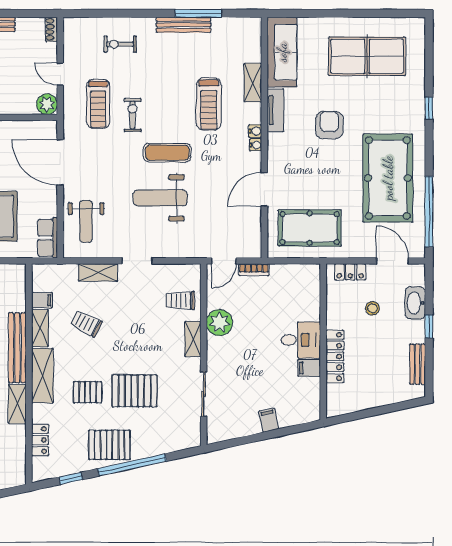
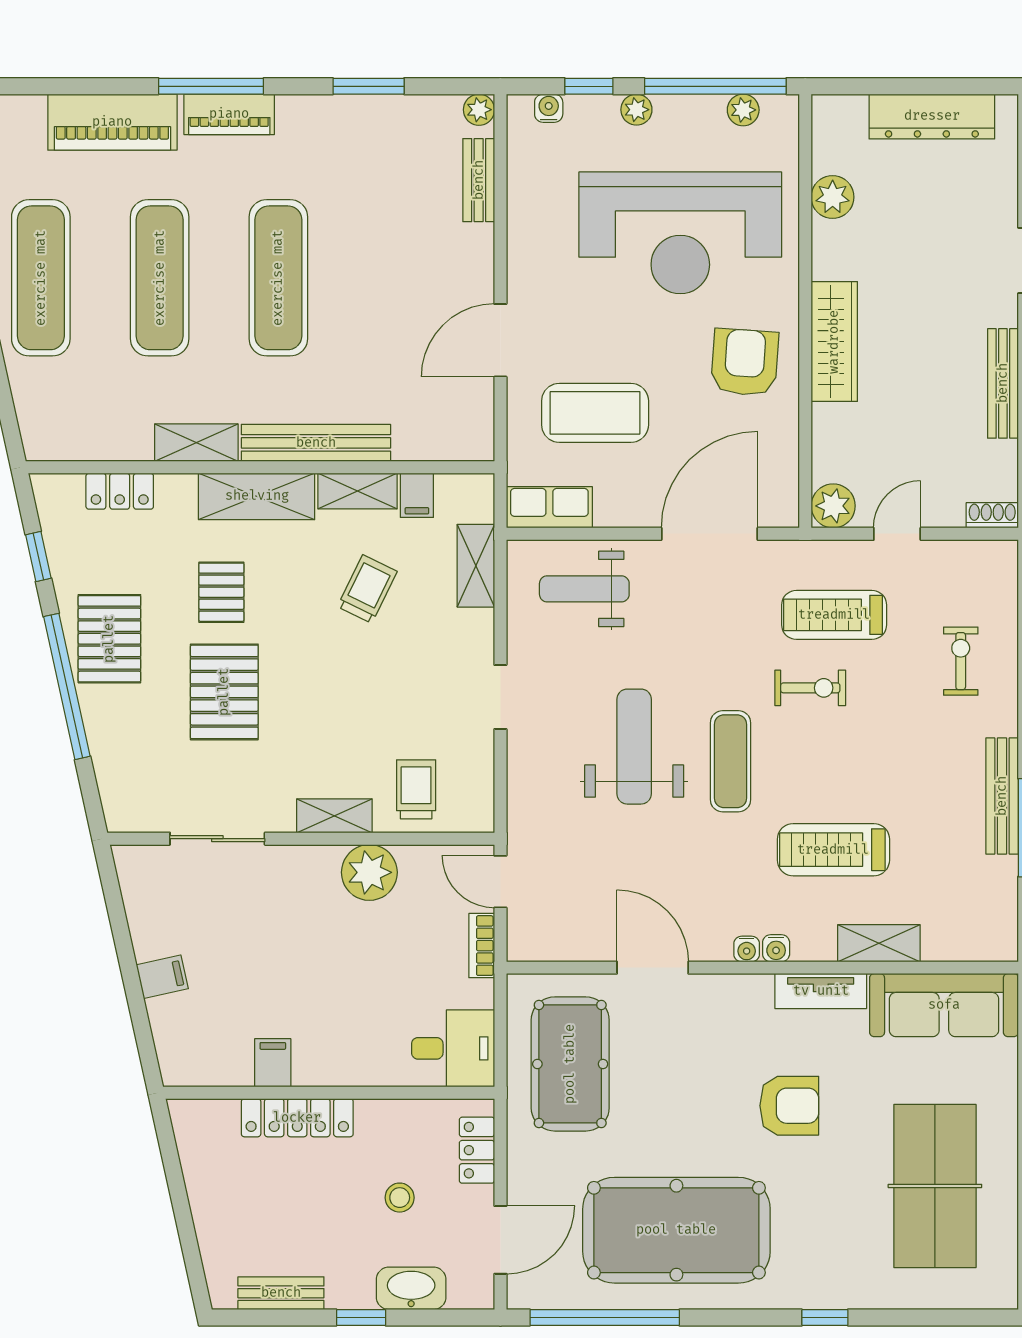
shelving: (98, 272) -> (476, 566), moved
desk: (301, 340) -> (453, 1048), moved, turned -90

